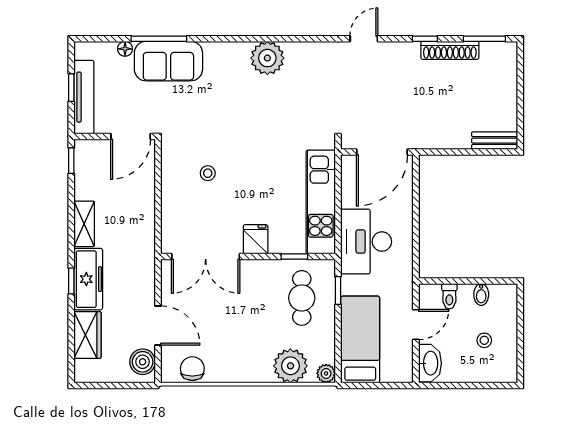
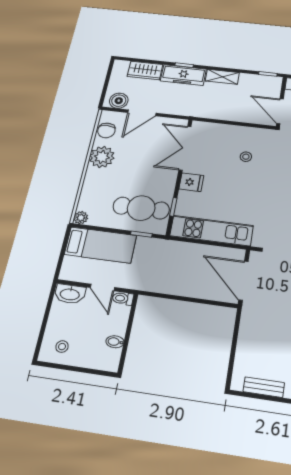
bench: (495, 141) -> (264, 387), moved, turned 90
desk: (366, 242) -> (175, 259), removed
toilet: (449, 296) -> (123, 298), moved
cafe table: (302, 298) -> (141, 208), width x1.37, depth x1.35
stool: (484, 340) -> (62, 347), moved
plant: (290, 366) -> (102, 157), moved
chair: (192, 369) -> (106, 130), turned 90

